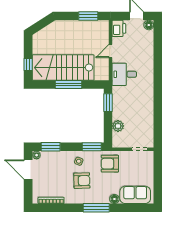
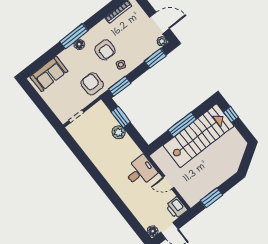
door: (111, 51) -> (168, 182), swing flipped
window: (108, 103) -> (121, 117), moved
plant: (118, 126) -> (119, 132), moved
armchair: (110, 164) -> (92, 84), turned -90
armchair: (82, 181) -> (105, 50), turned -88
floor lamp: (114, 199) -> (79, 44), moved

